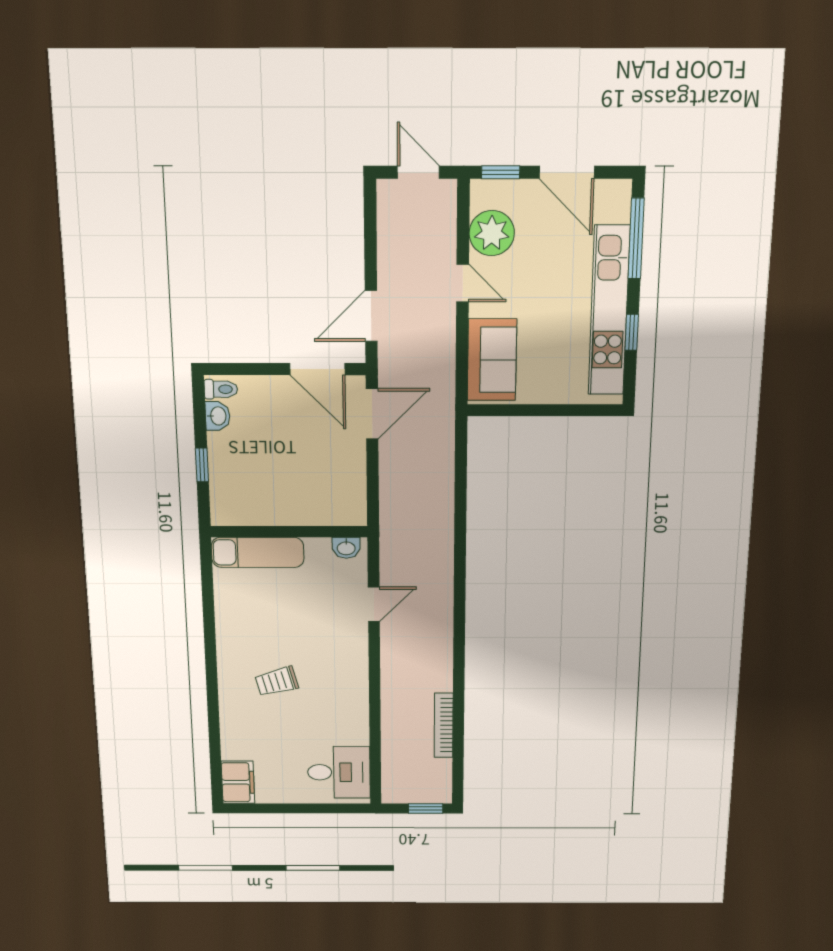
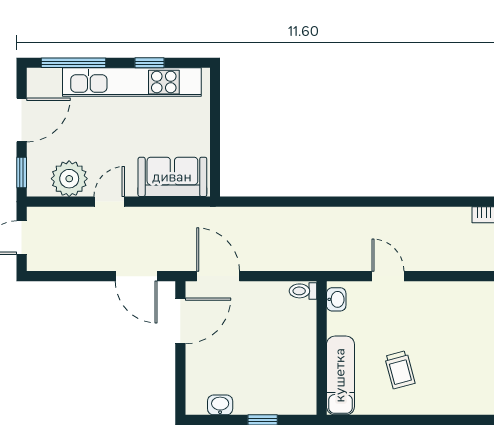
toilet: (221, 389) -> (303, 291), moved, turned -90
trolley: (277, 681) -> (400, 370), moved

